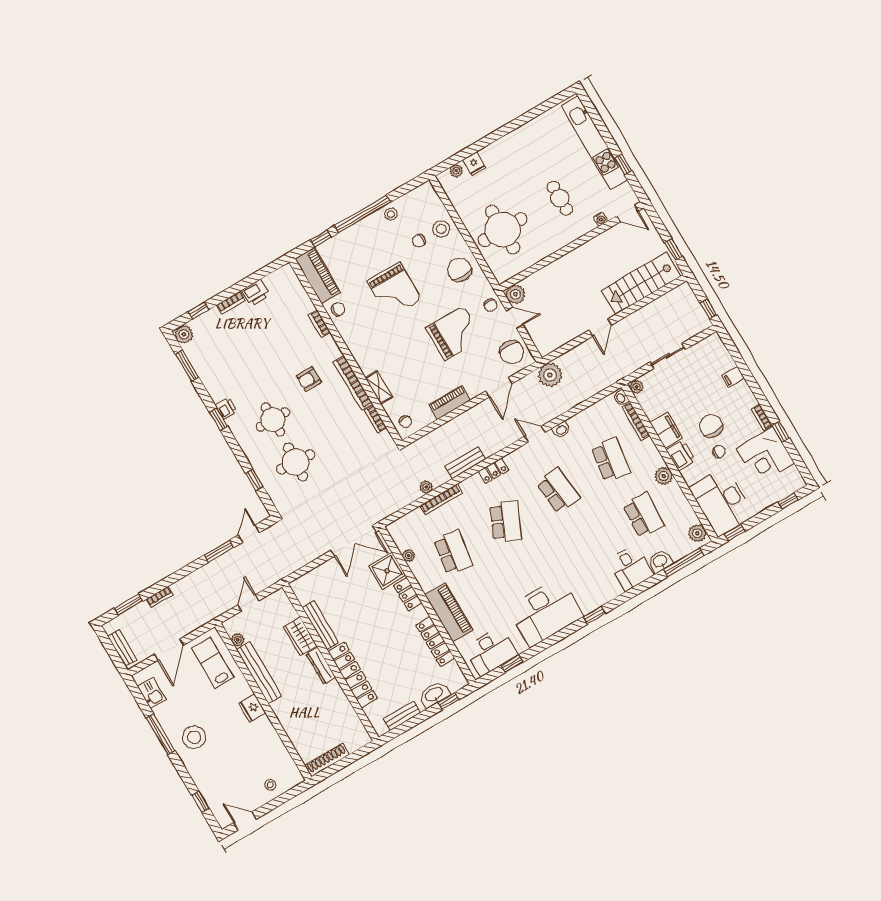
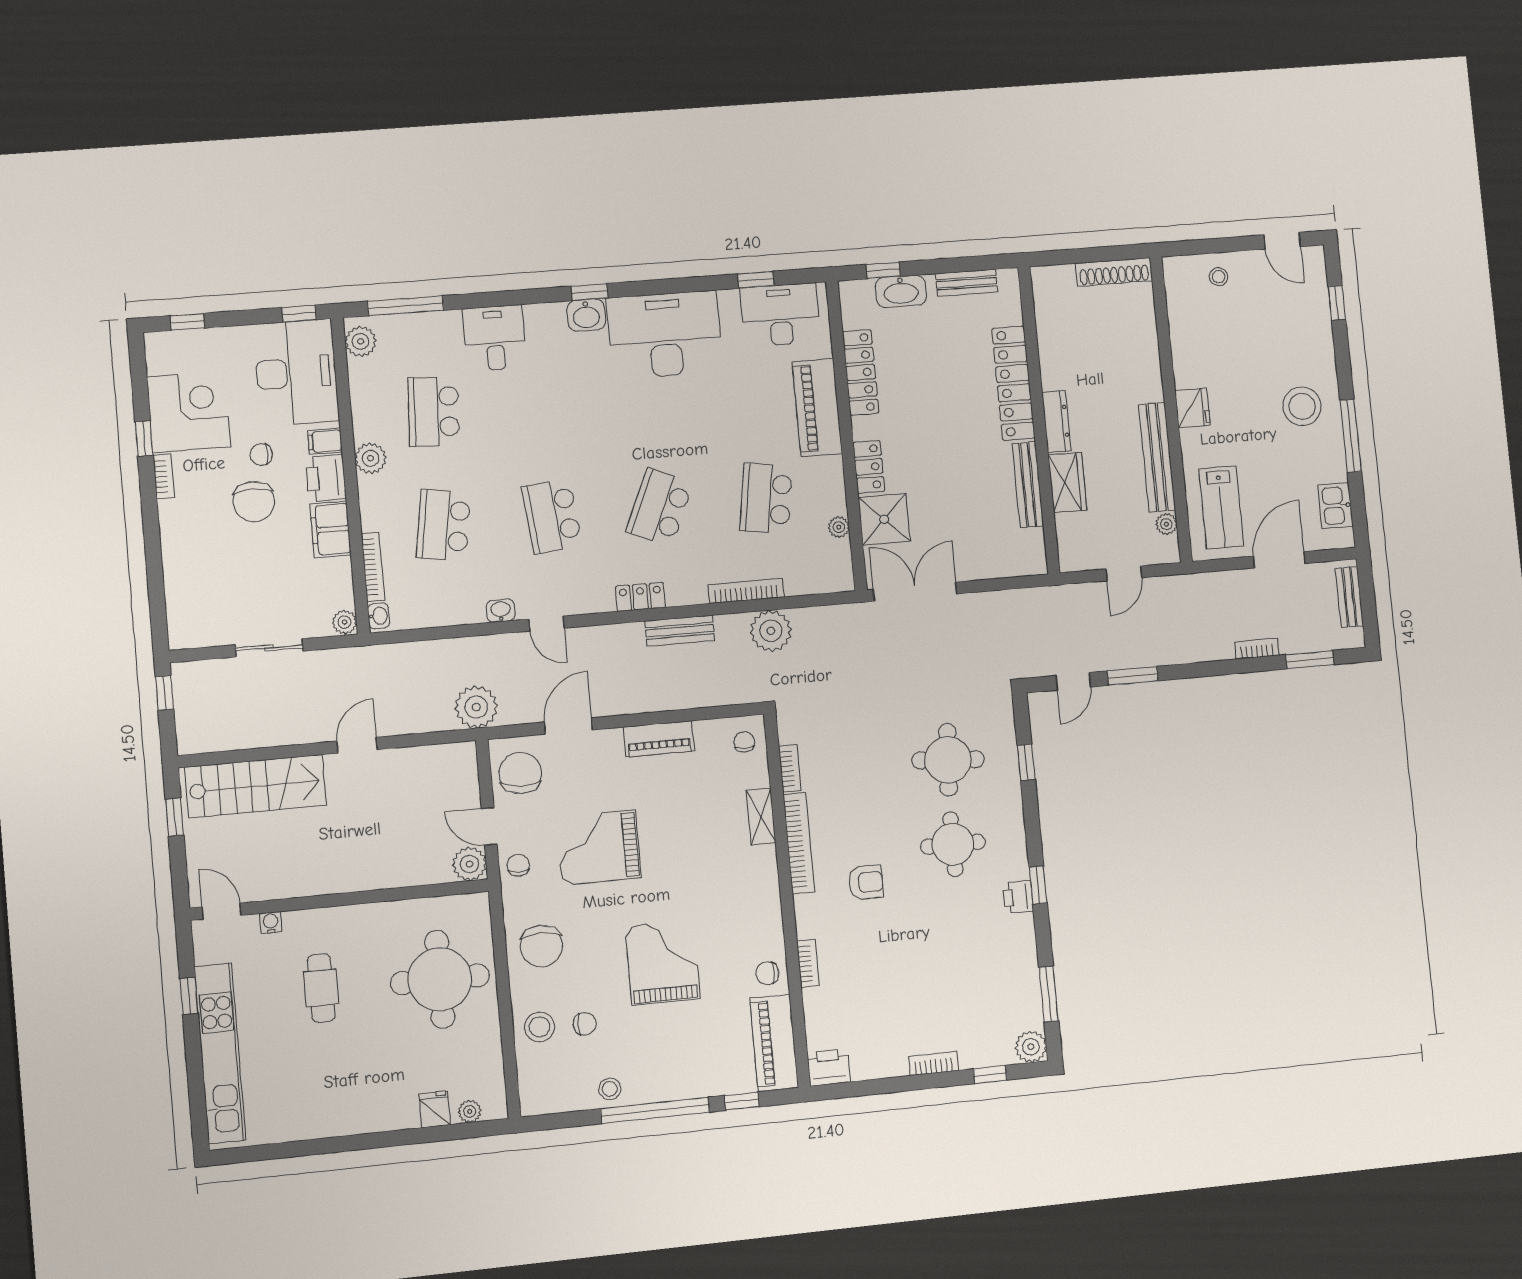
printer: (256, 293) -> (829, 1067), moved
filing cabinet: (733, 377) -> (325, 441), moved, turned 180
plant: (426, 487) -> (771, 631), width x1.87, depth x1.87
washbasin: (660, 561) -> (586, 315), moved

